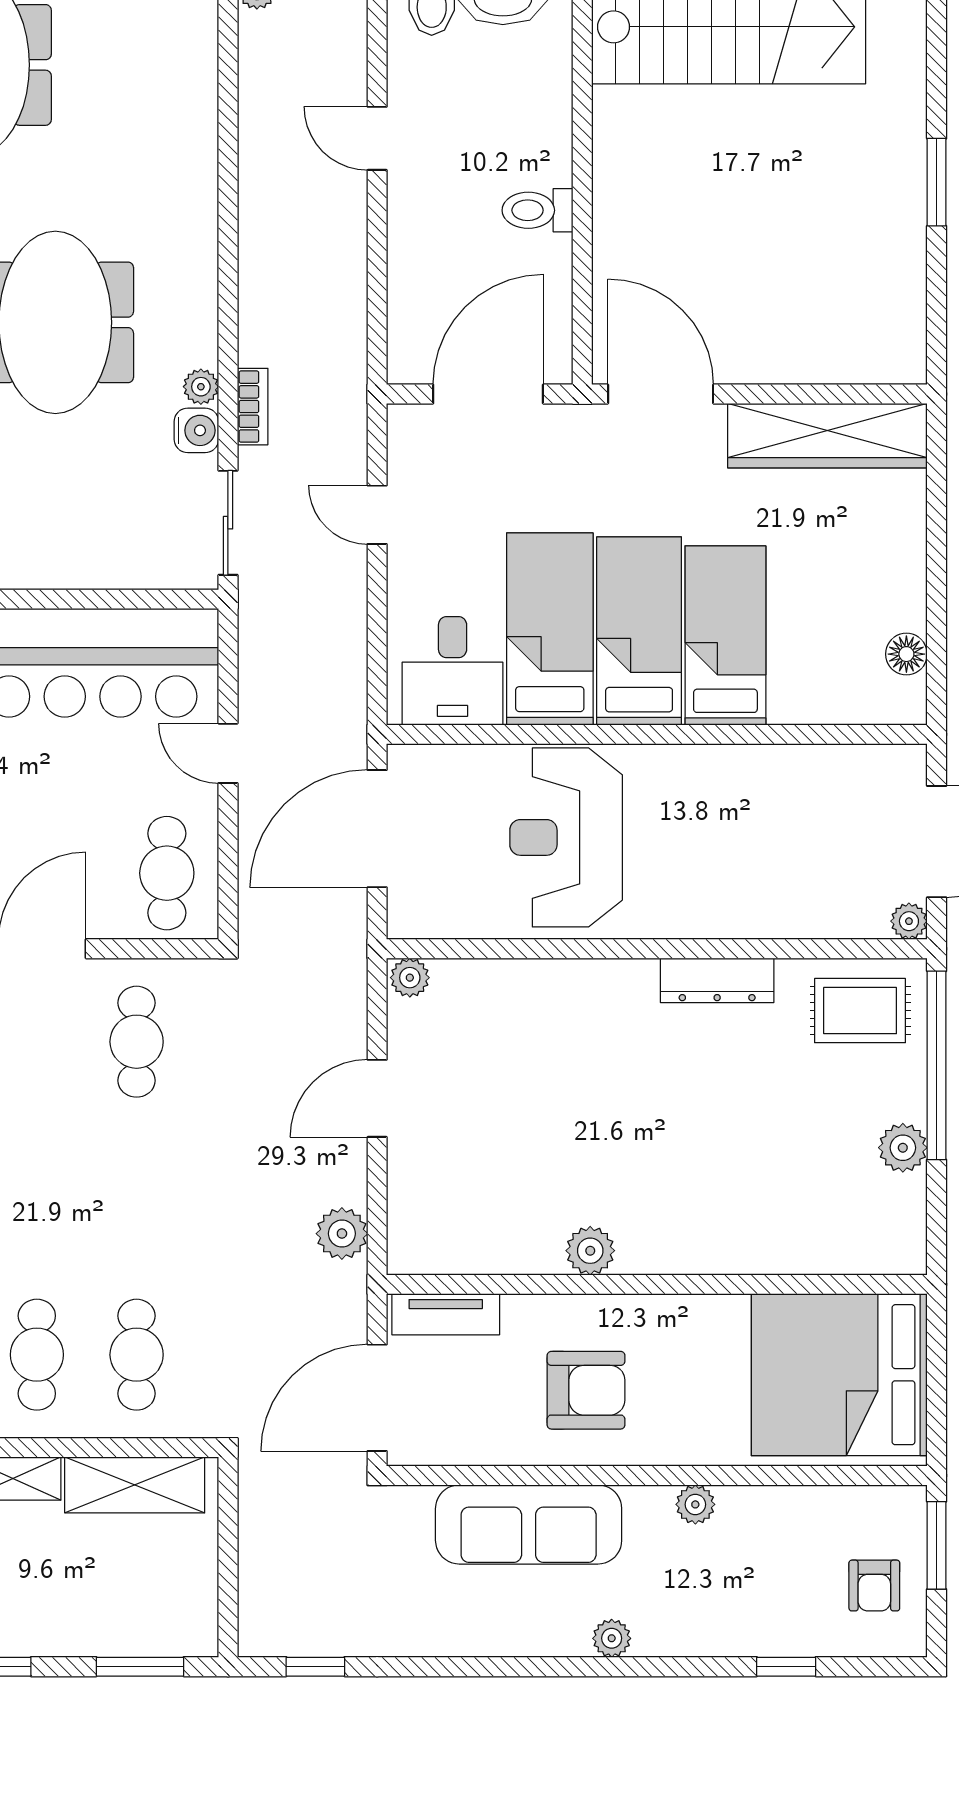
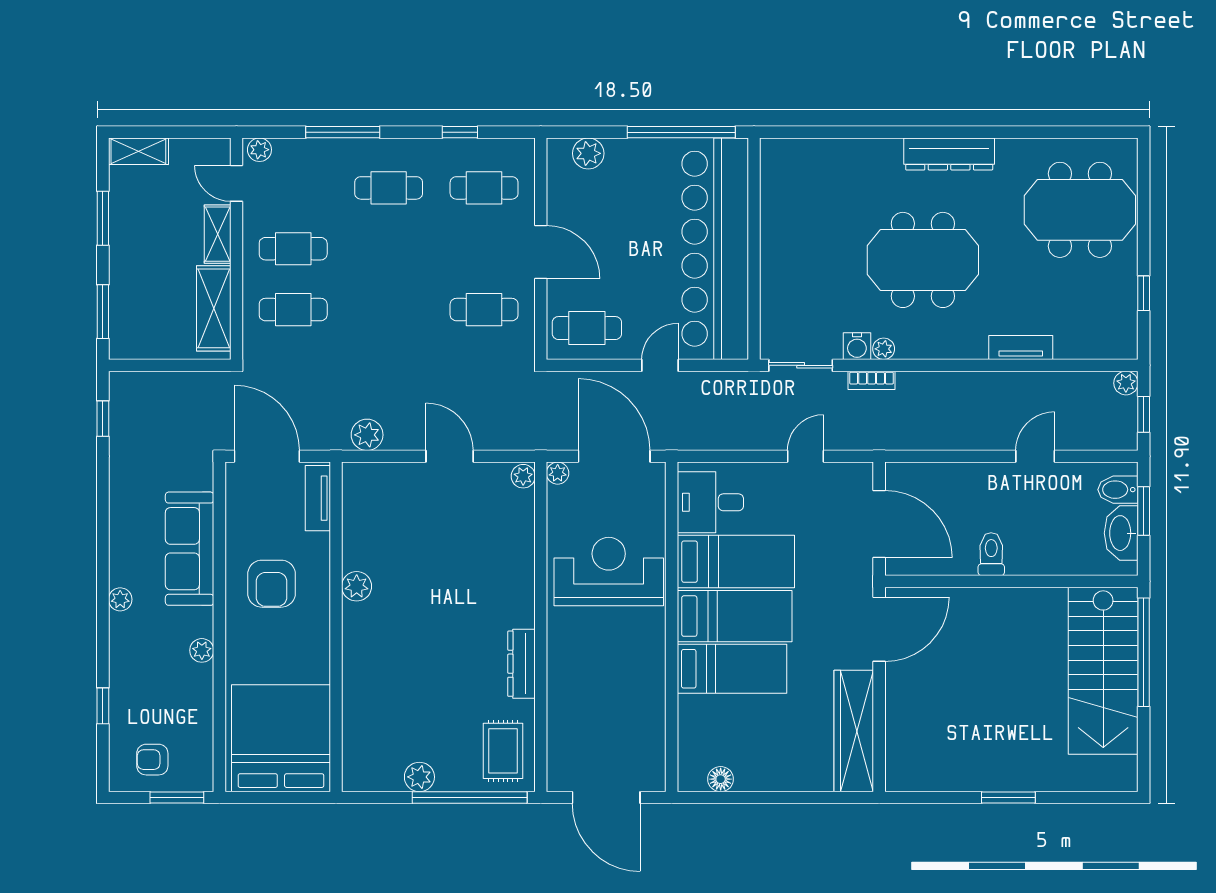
tv unit: (199, 162) -> (1021, 347), added
plant: (909, 921) -> (558, 473), moved

